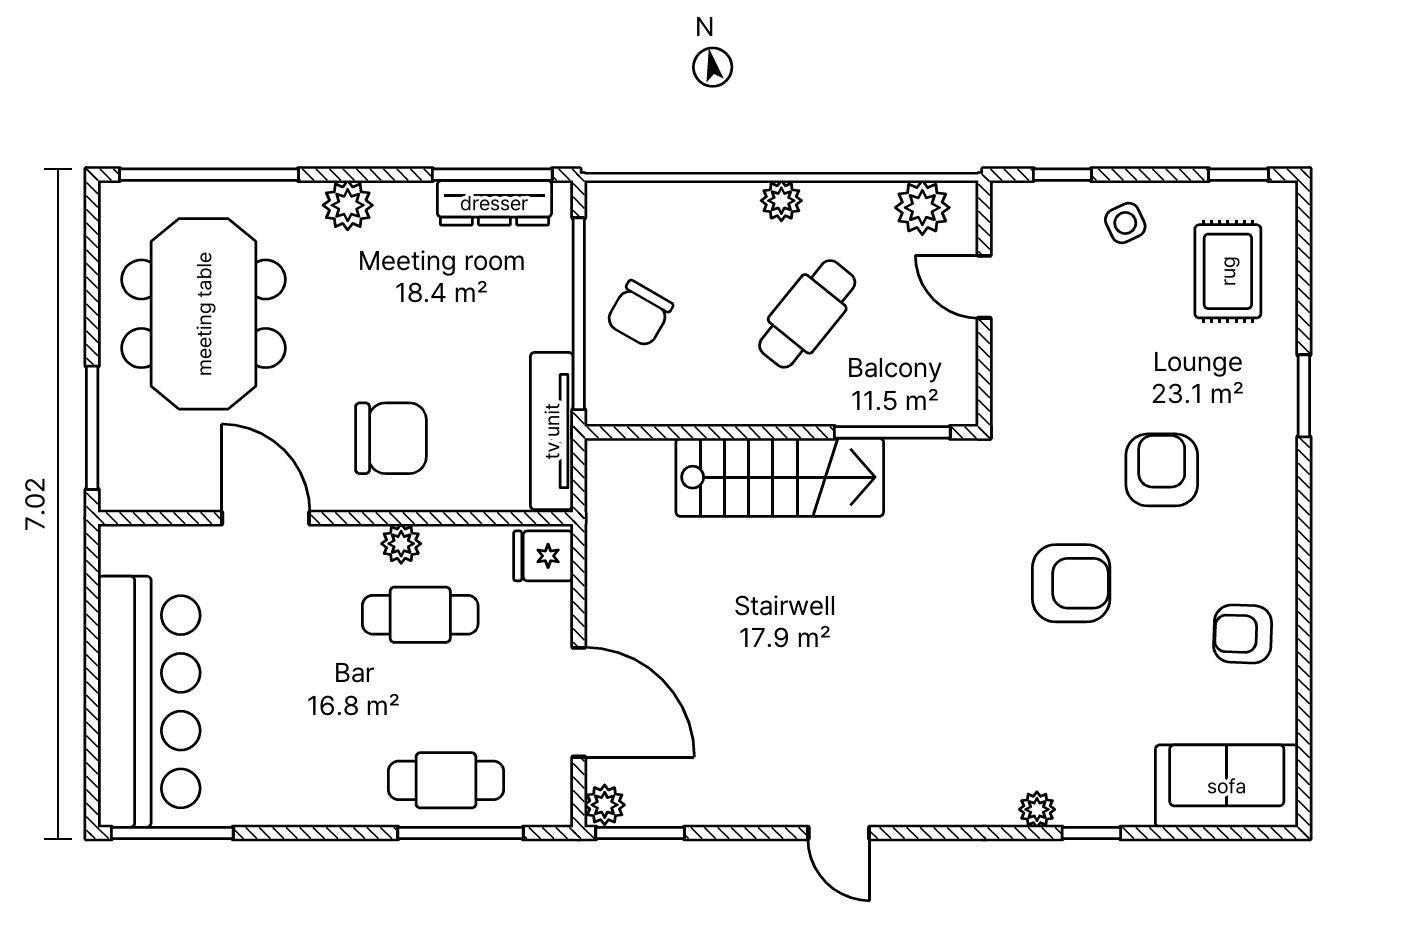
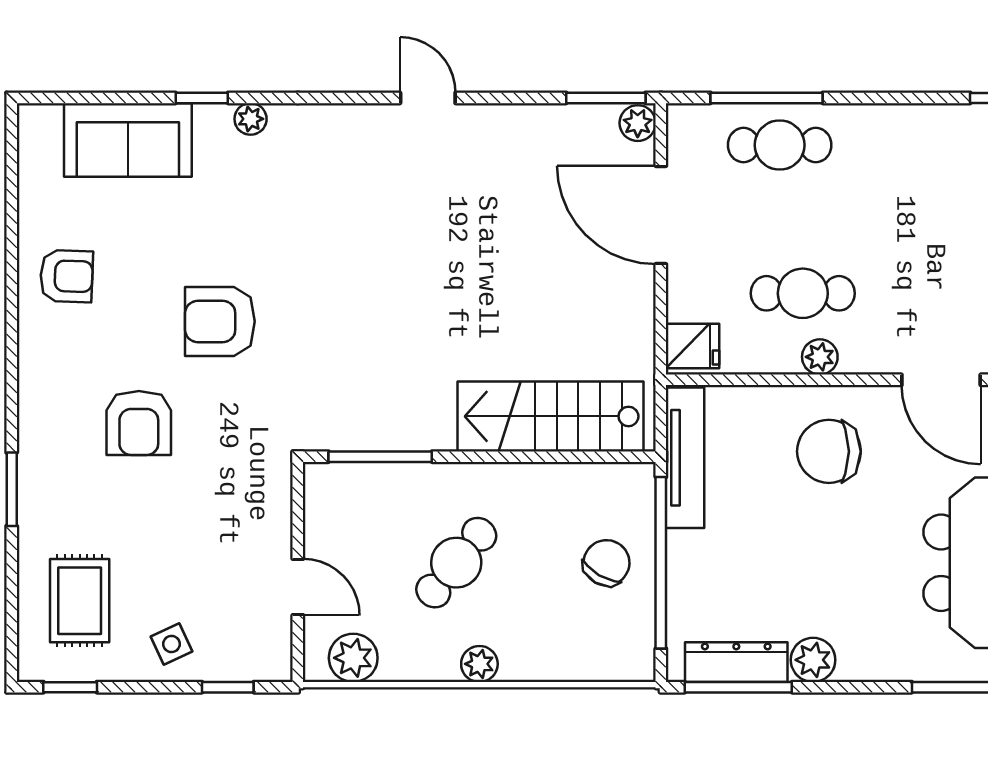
plant: (348, 205) -> (813, 660), moved
stairs: (780, 477) -> (550, 416), moved
sofa: (1227, 786) -> (128, 140), moved

